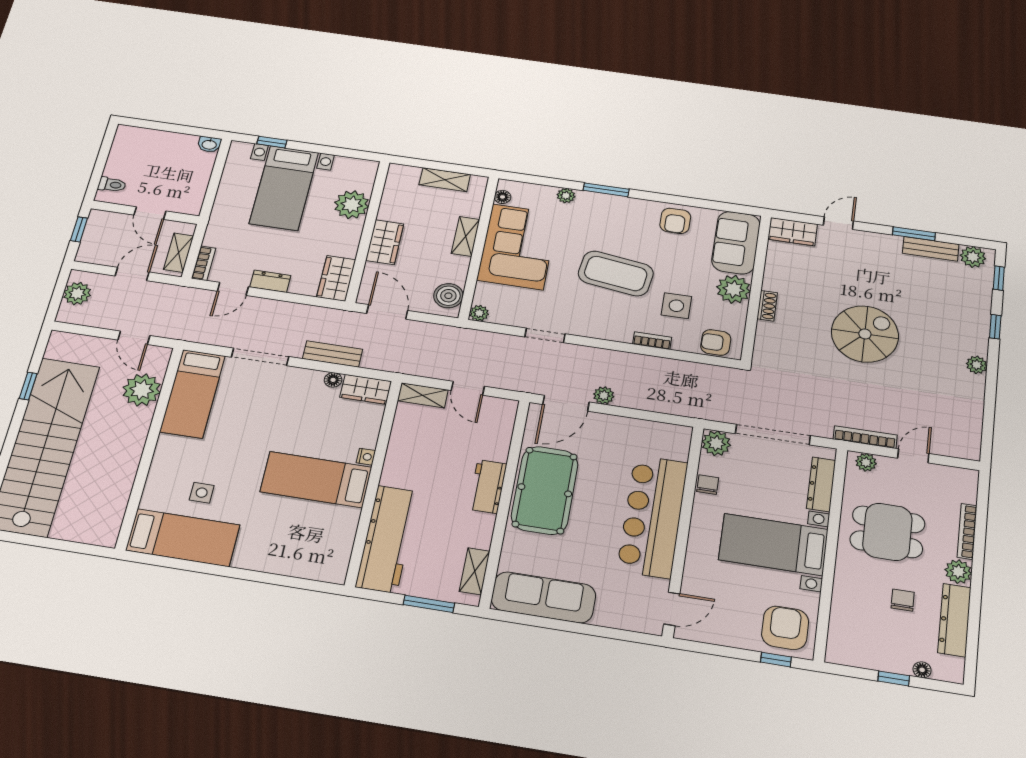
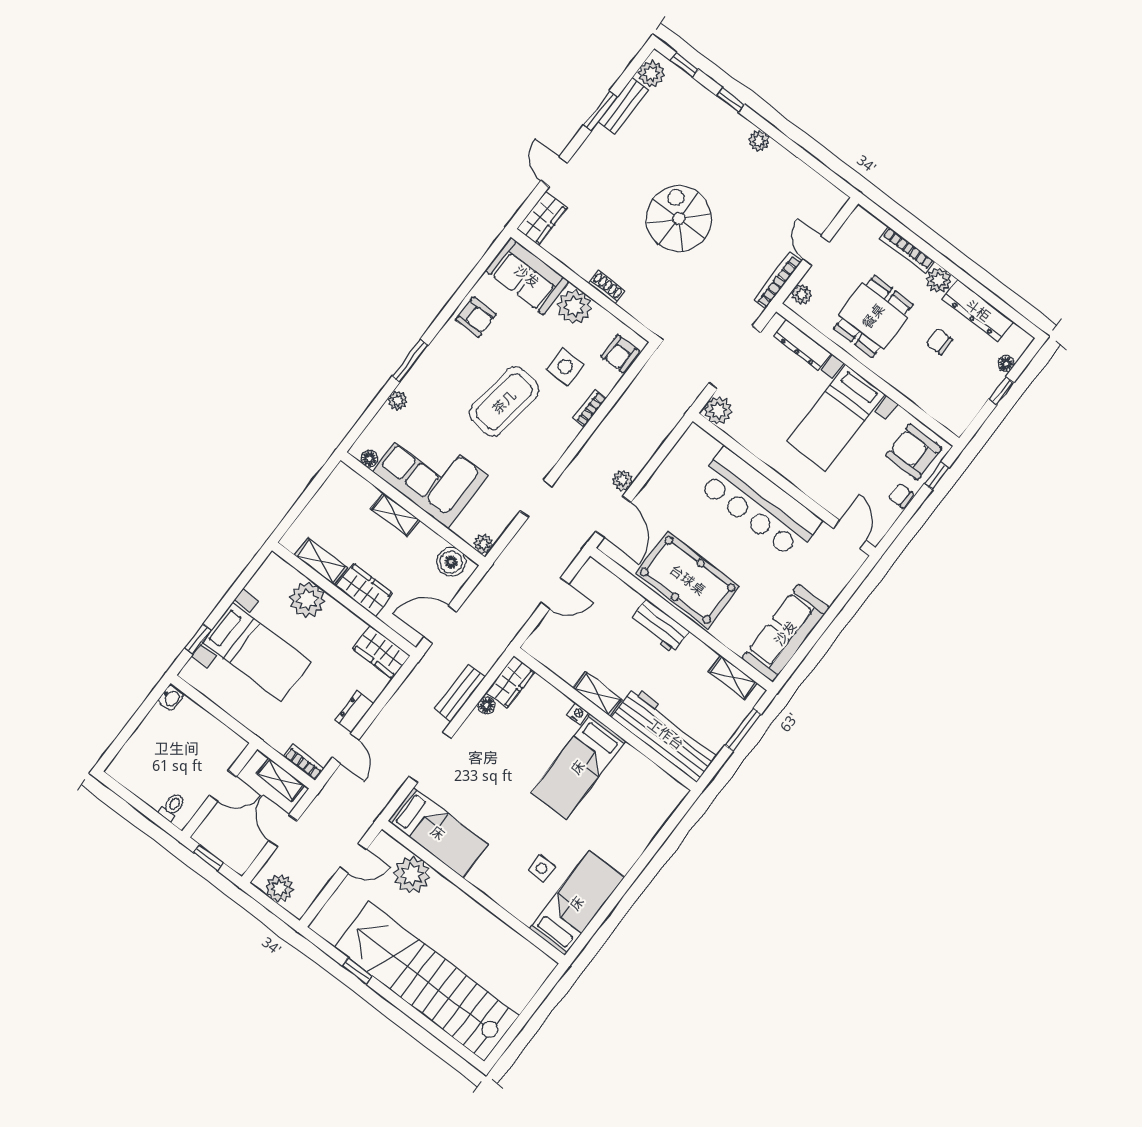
shelving: (445, 180) -> (321, 561), moved, turned 90
shelving: (423, 395) -> (597, 694), moved, turned 90
chair: (708, 485) -> (901, 496), moved

